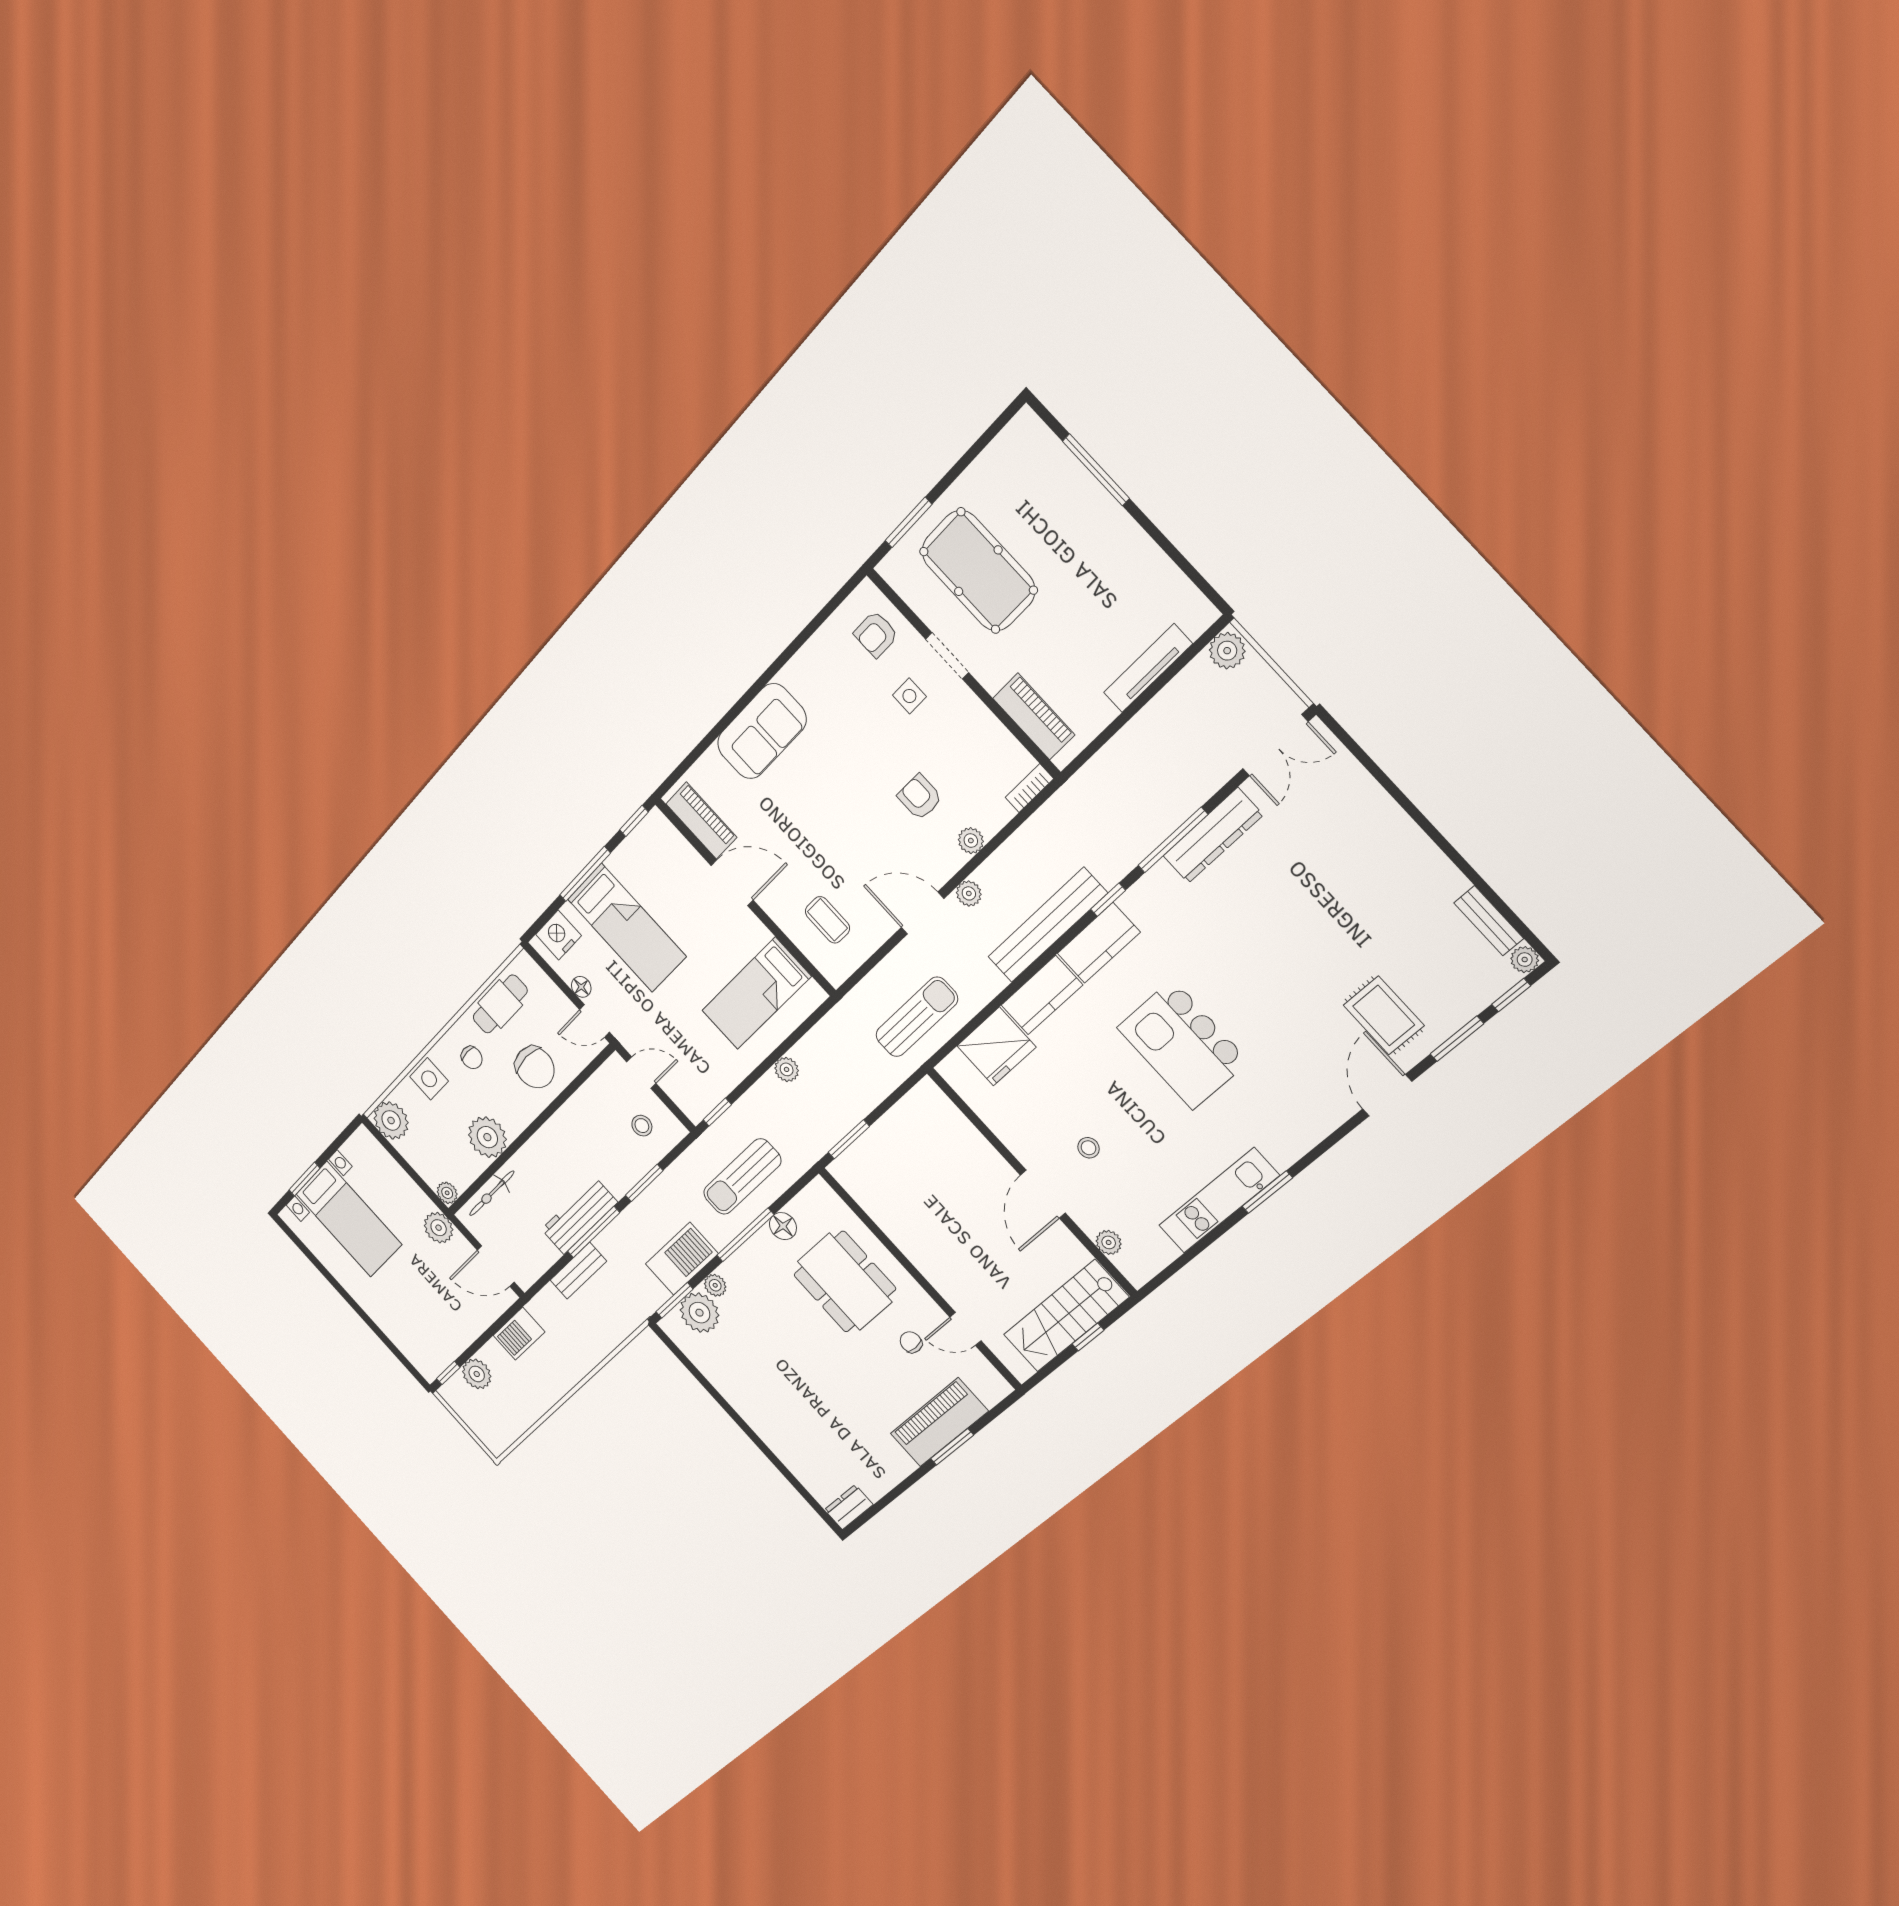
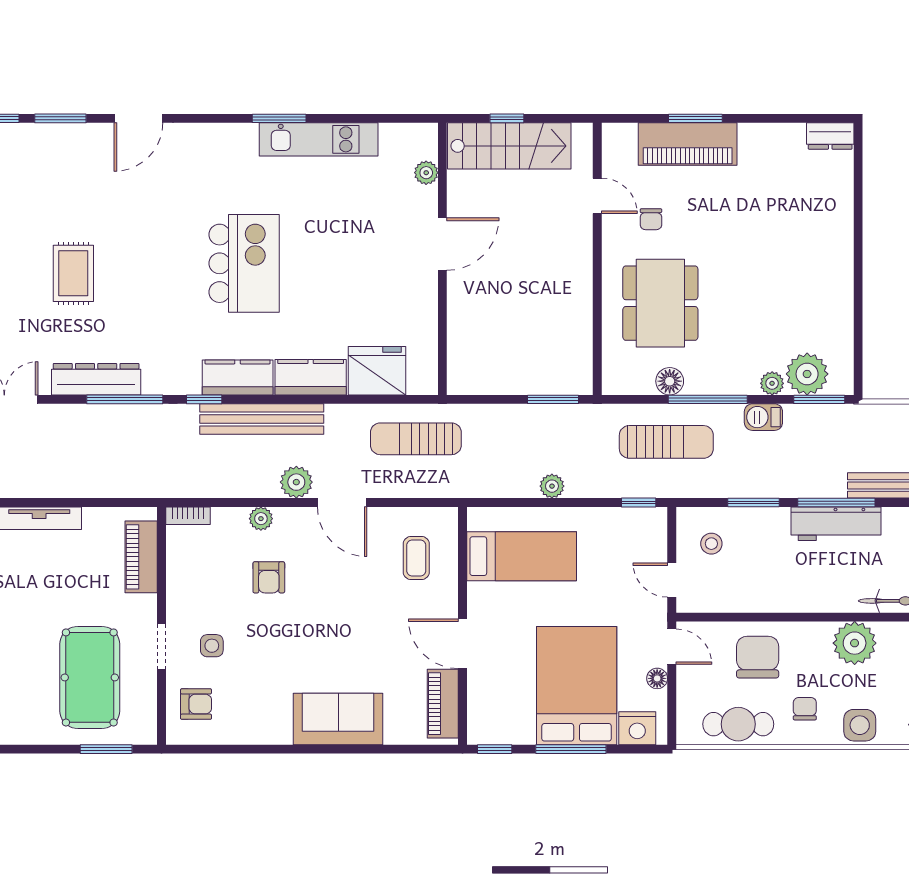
plant: (969, 893) -> (296, 482), width x1.38, depth x1.38
bed: (627, 928) -> (577, 686), width x1.50
rug: (1384, 1015) -> (73, 273), moved
stool: (1089, 1148) -> (377, 249), removed
barbecue: (682, 1259) -> (763, 417), width x0.53, depth x0.65

